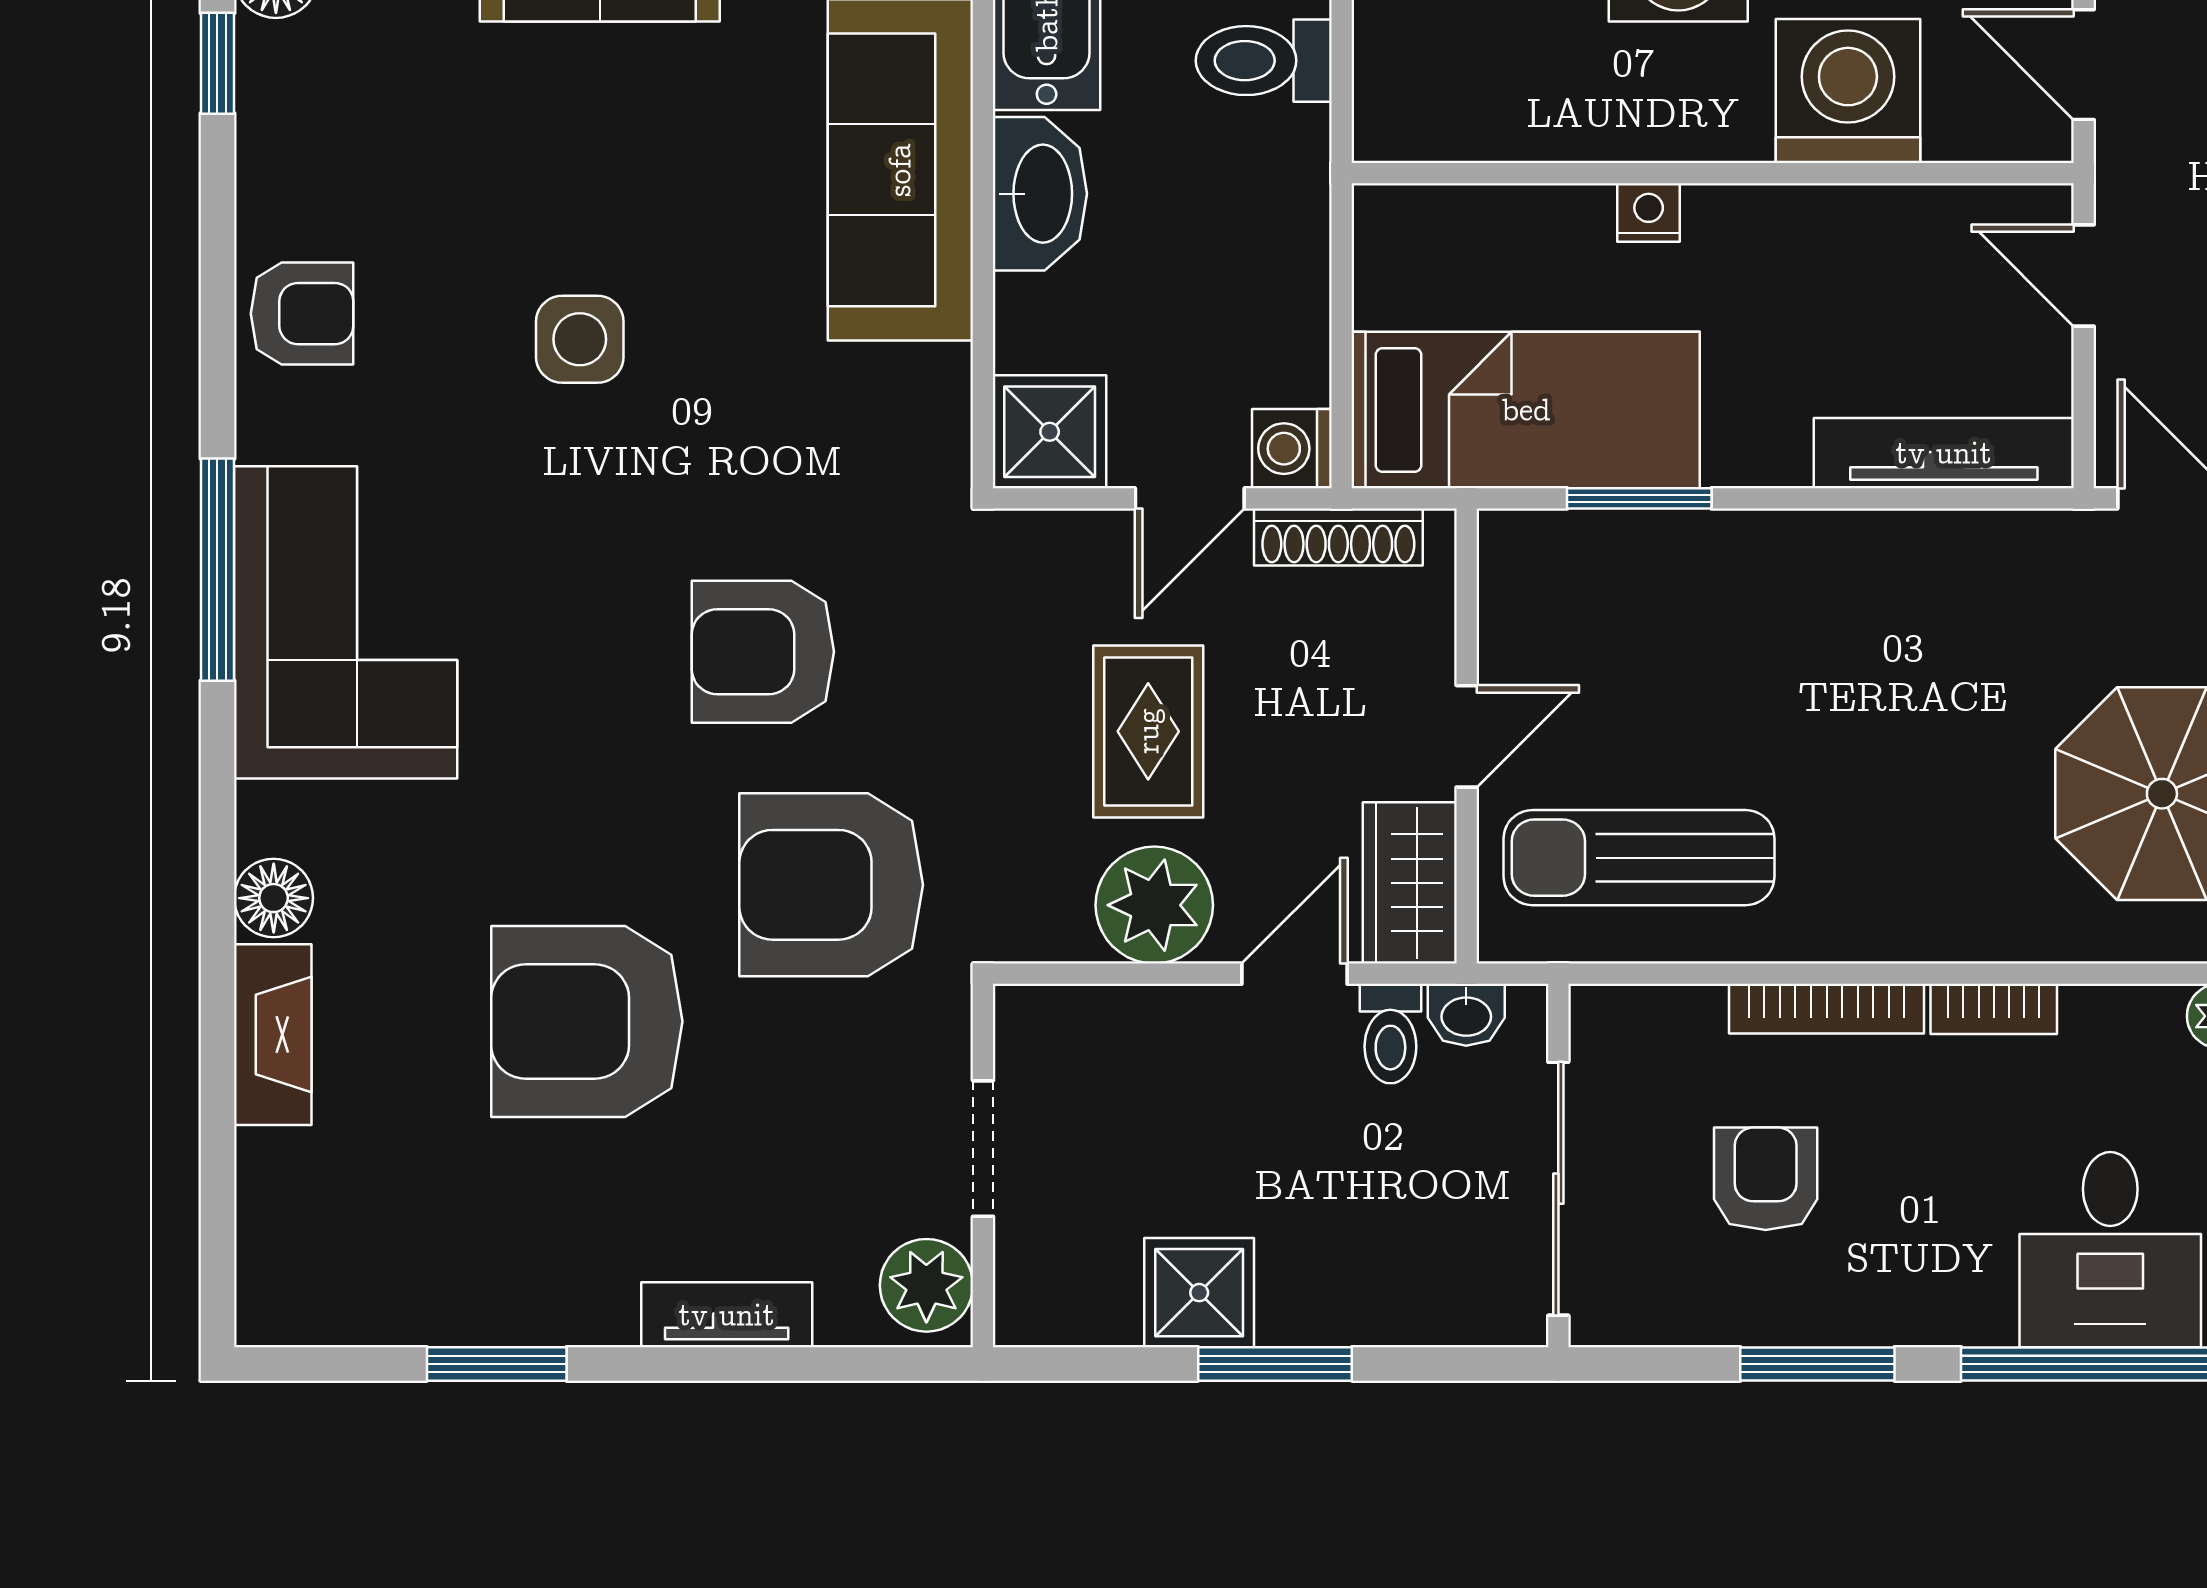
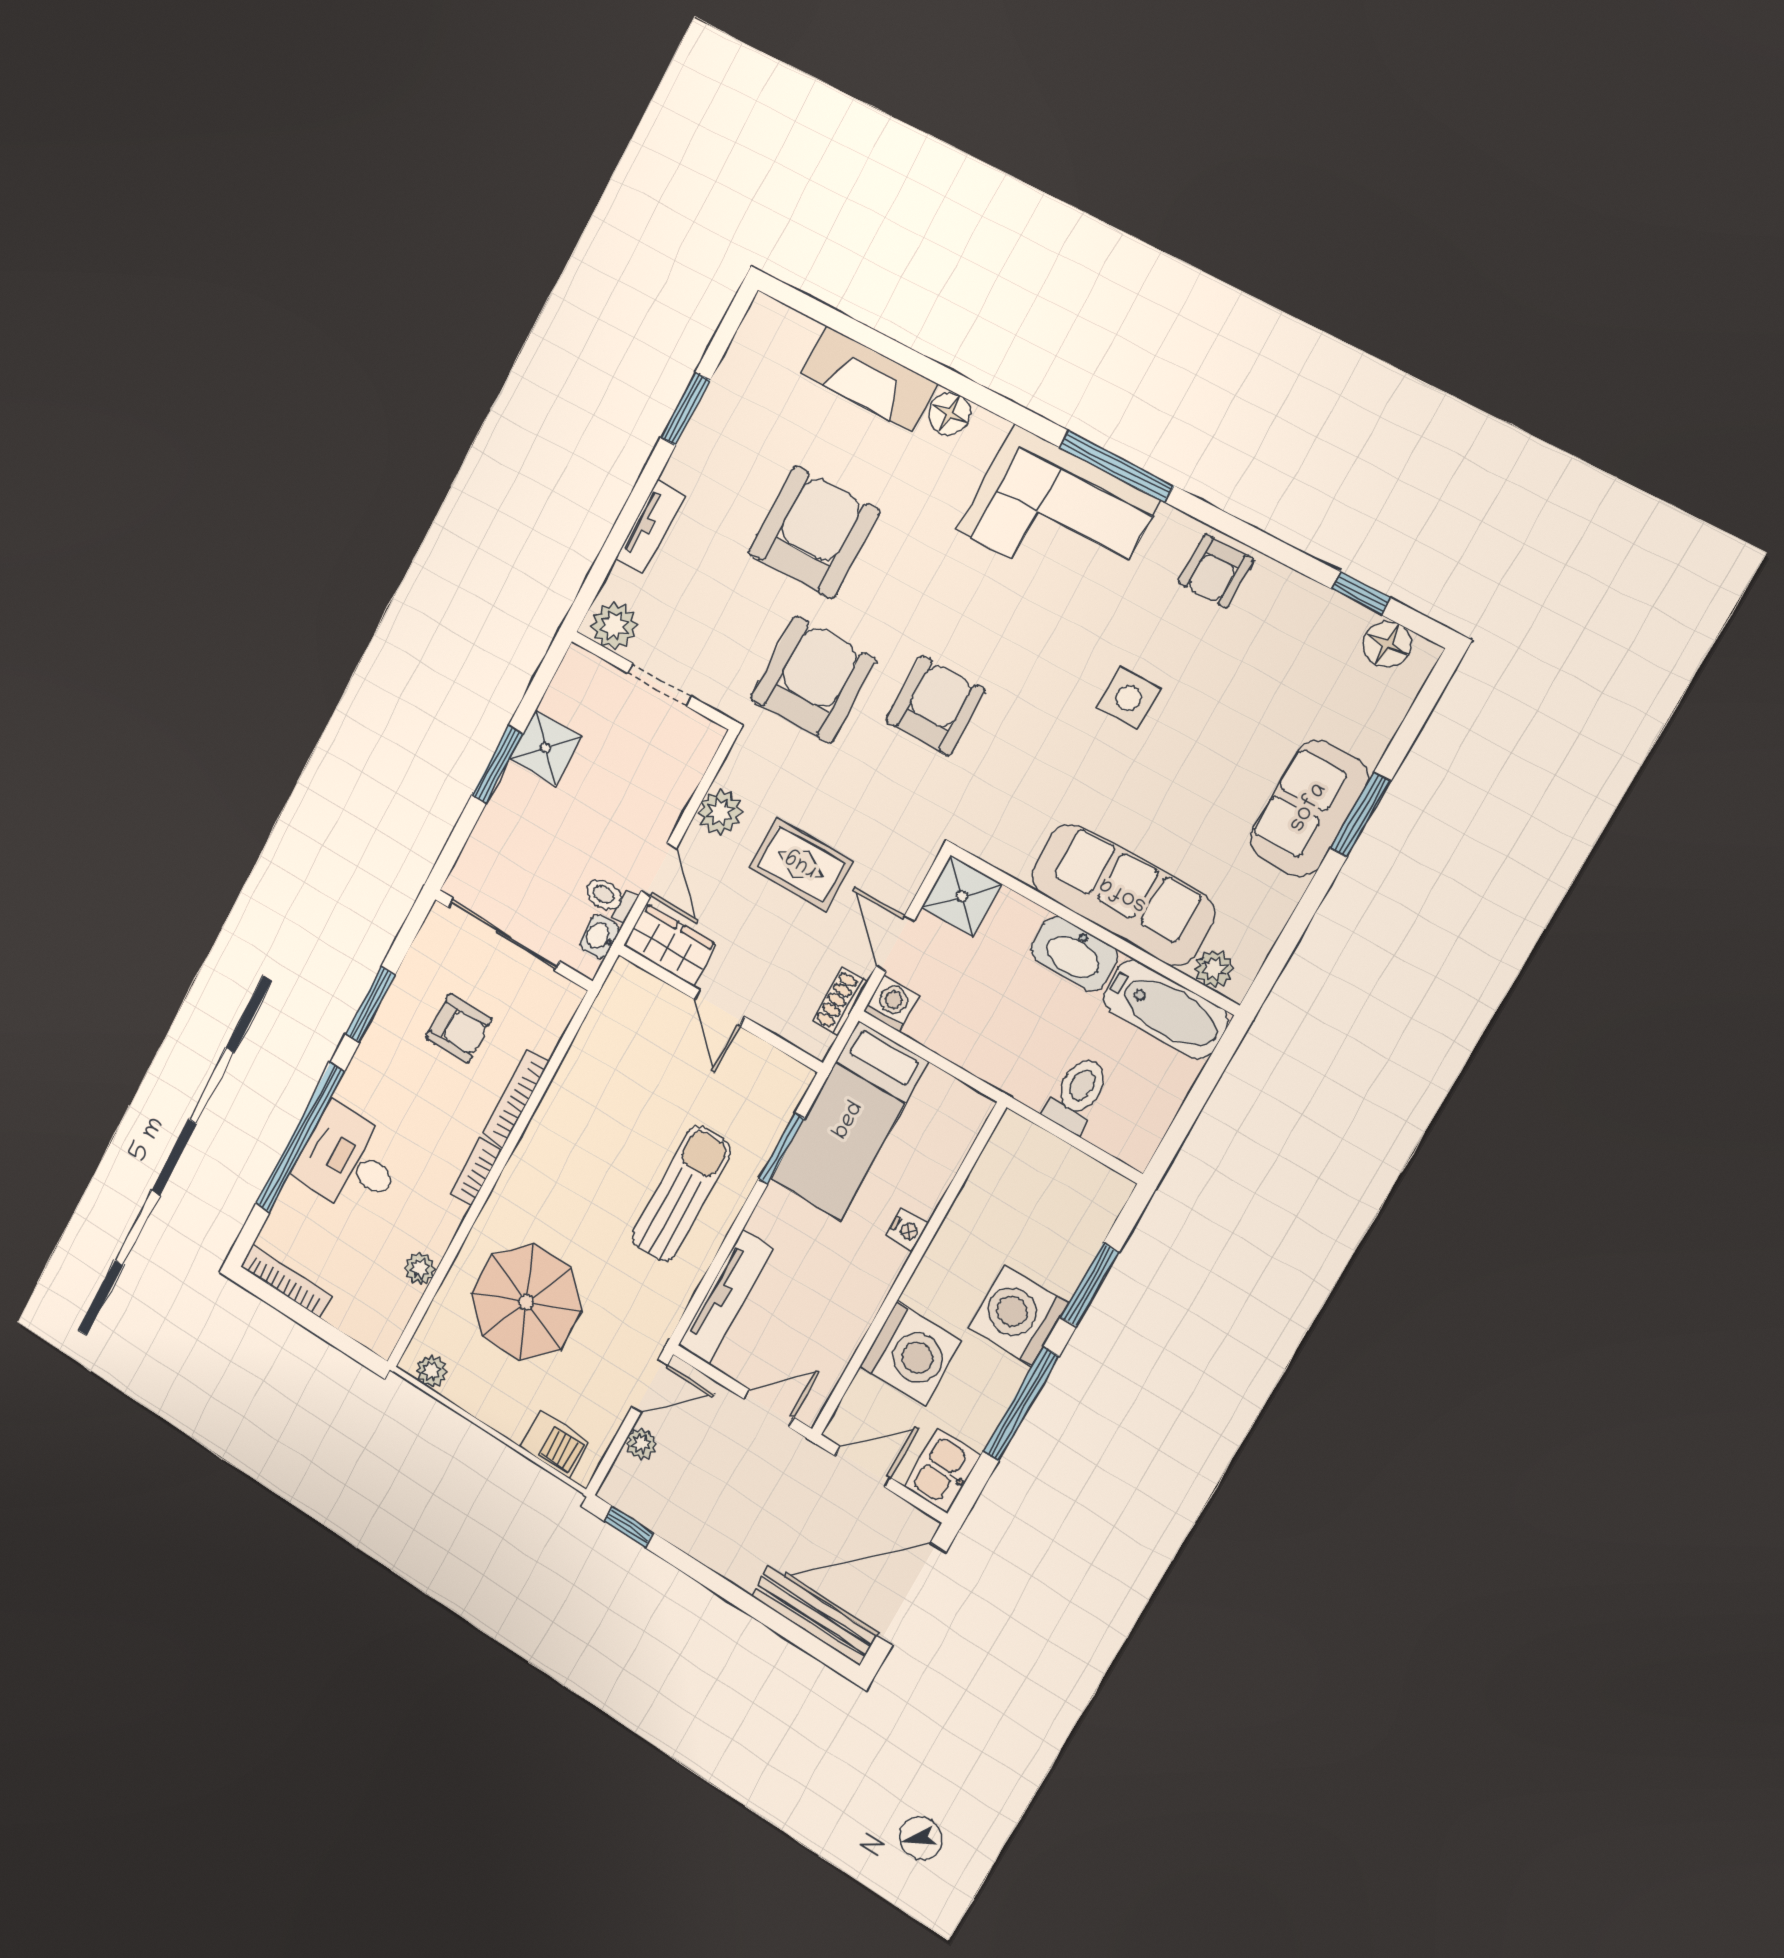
shoe rack: (1338, 537) -> (840, 1002), width x0.70
sun lounger: (1639, 858) -> (681, 1194), moved
plant: (1154, 905) -> (720, 812), width x0.73, depth x0.73
fireplace: (273, 1035) -> (869, 379), width x1.37, depth x1.32

